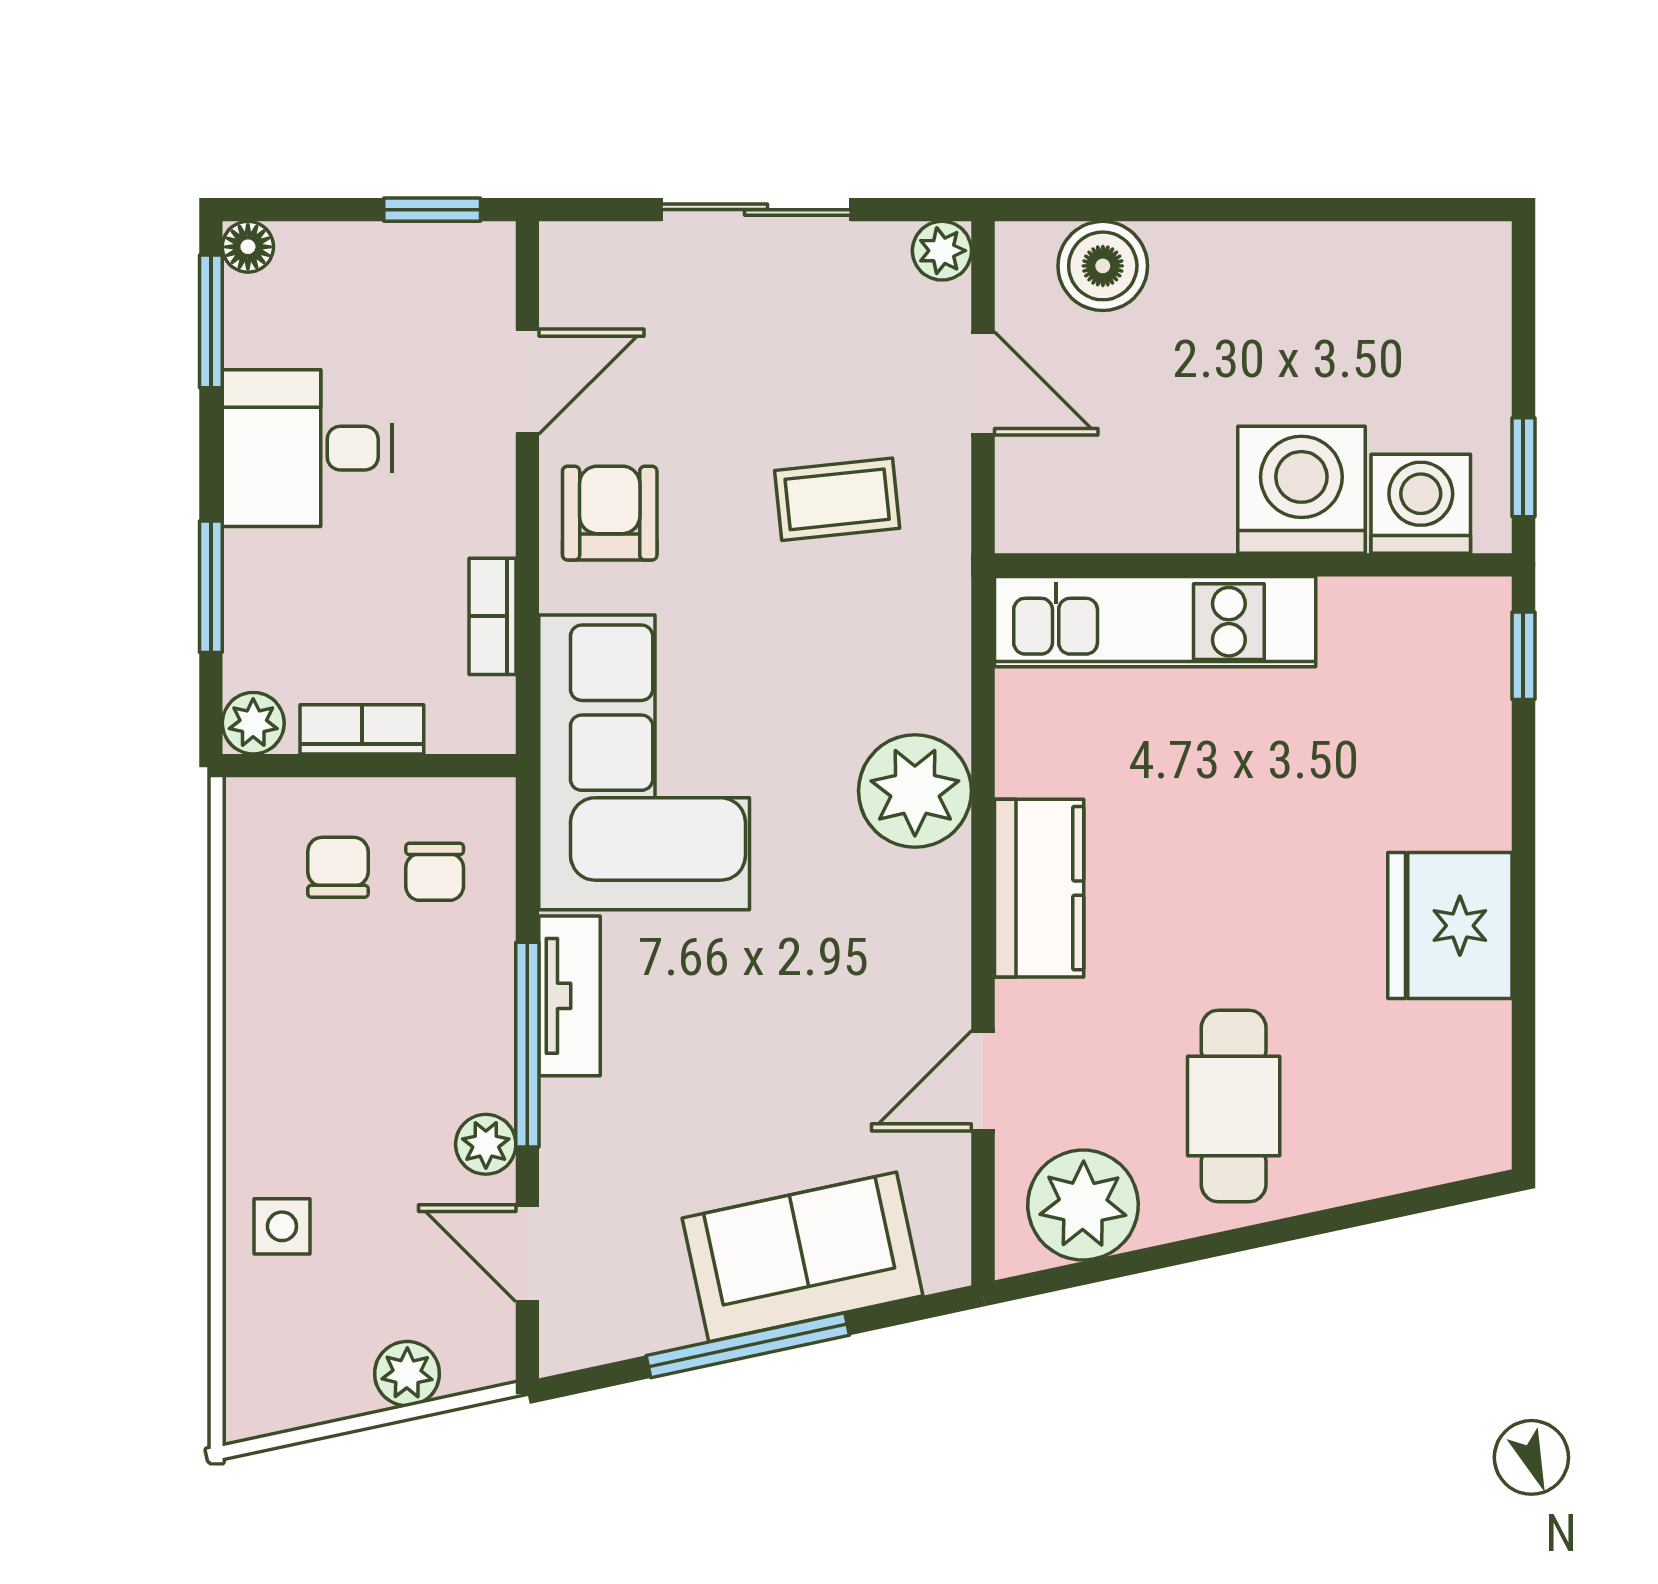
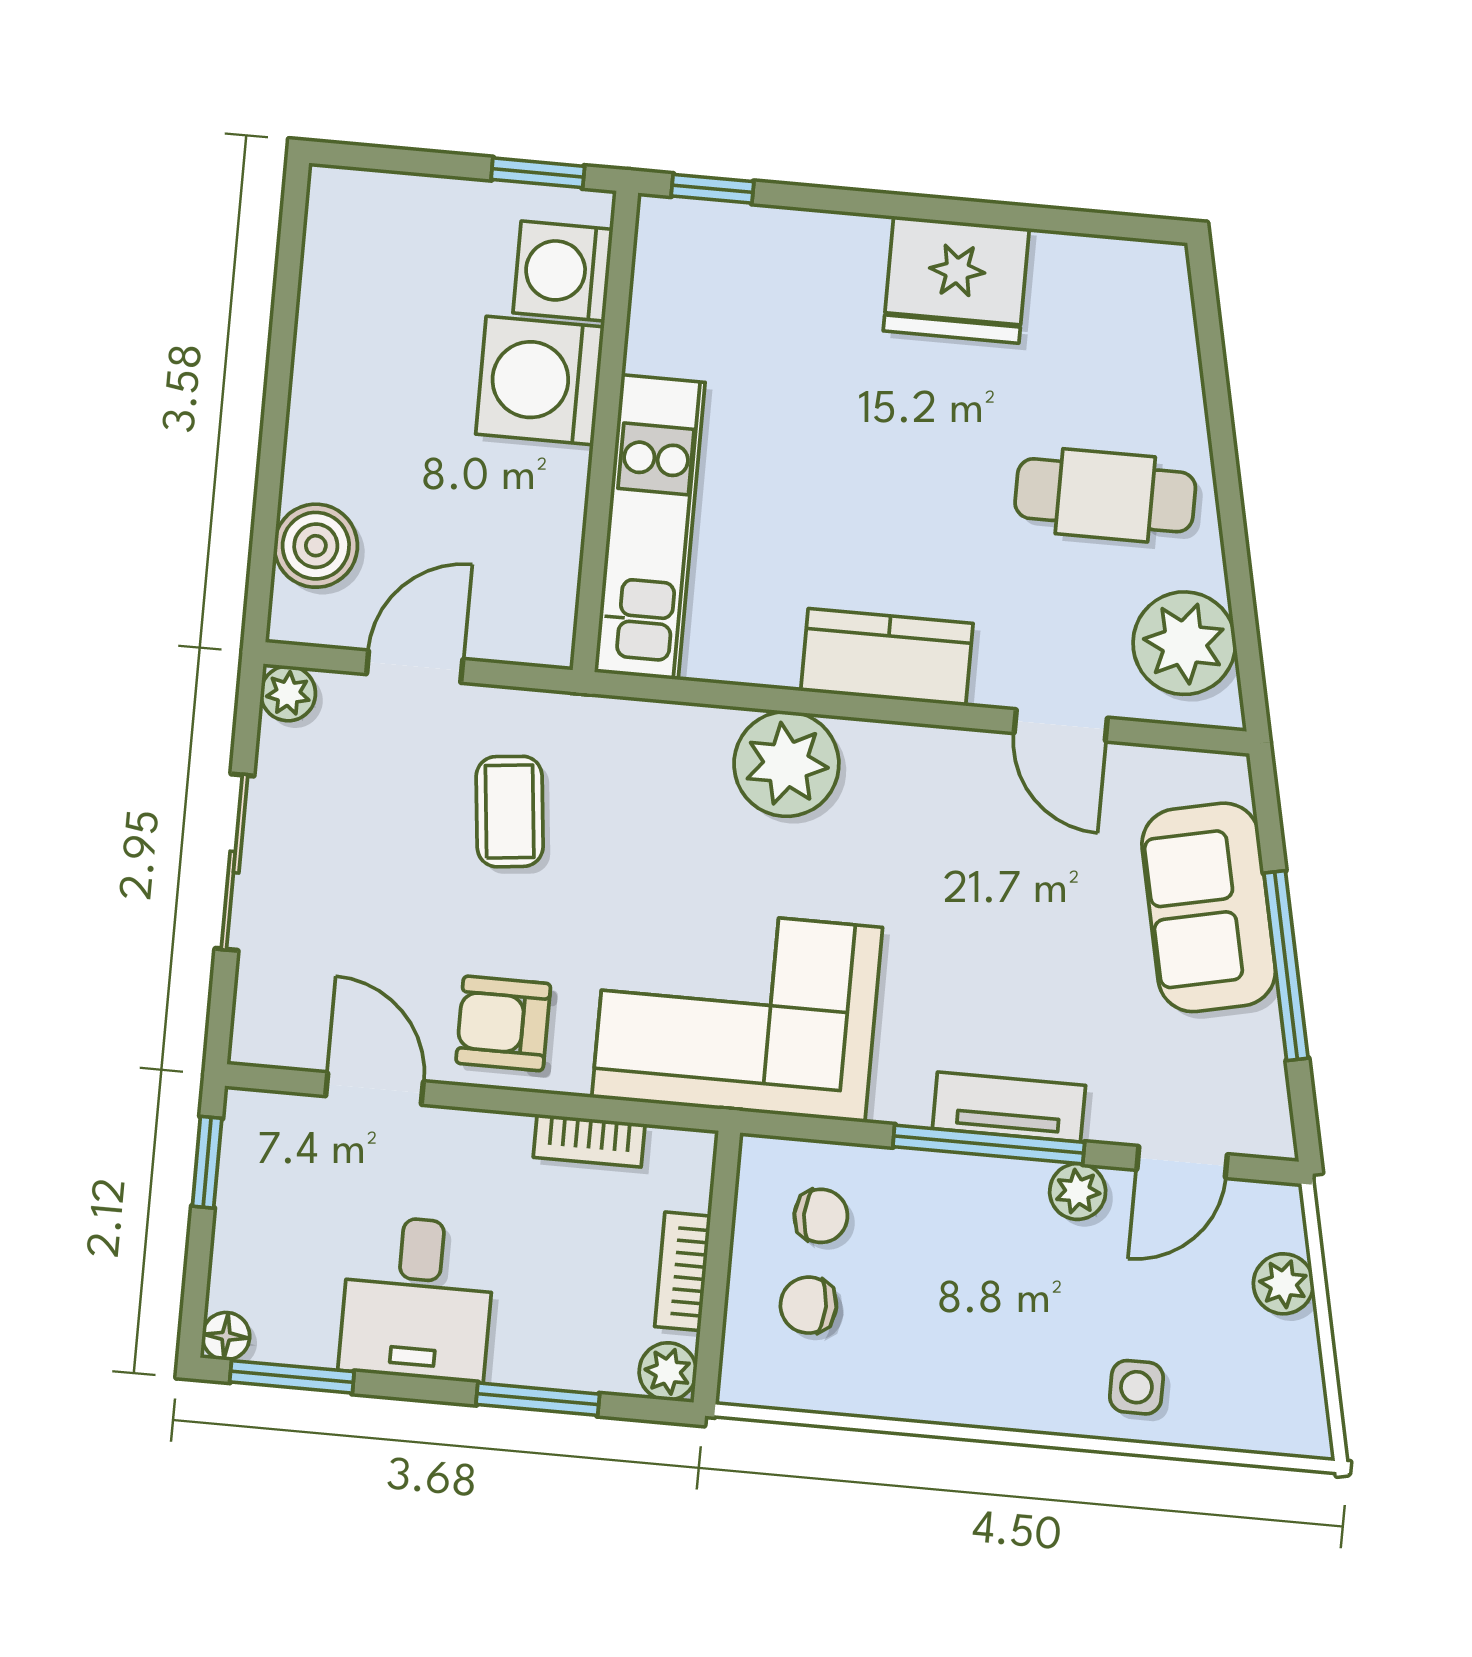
tv unit: (570, 996) -> (1009, 1107), moved

